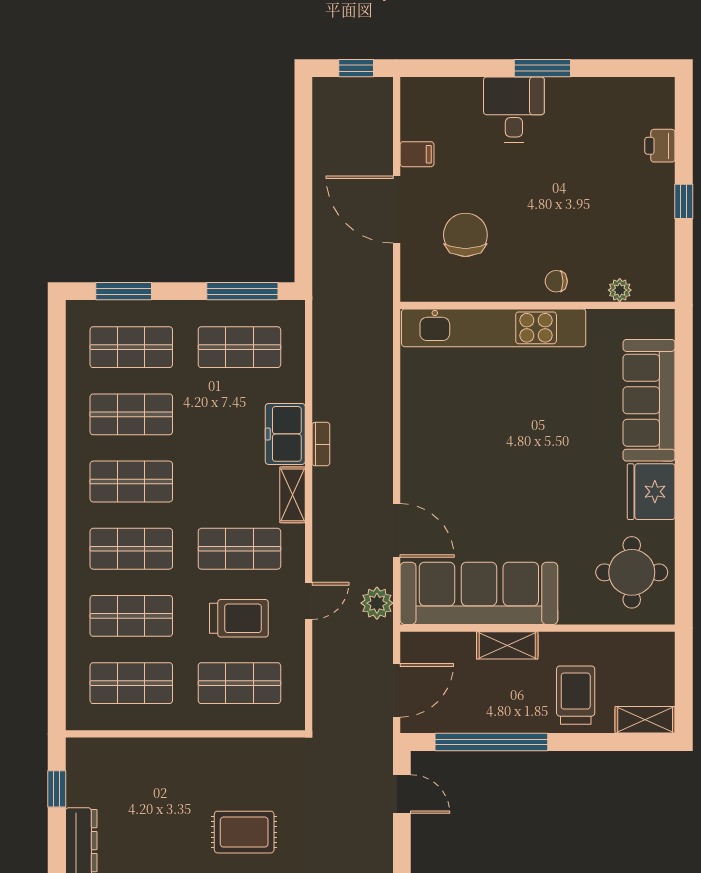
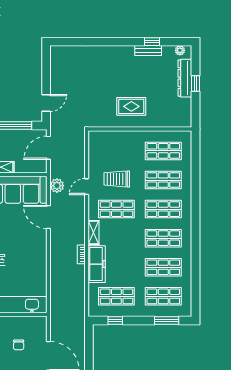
chair: (465, 235) -> (19, 345), width x0.54, depth x0.54
window: (242, 291) -> (115, 321), width x0.46
freezer: (285, 434) -> (97, 264), width x1.40
shop shelf: (239, 683) -> (116, 151), removed
window: (57, 789) -> (196, 83), moved
door: (402, 794) -> (46, 103), swing flipped
rug: (244, 832) -> (131, 106), moved

